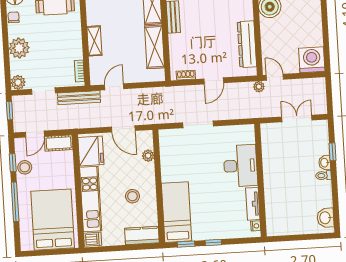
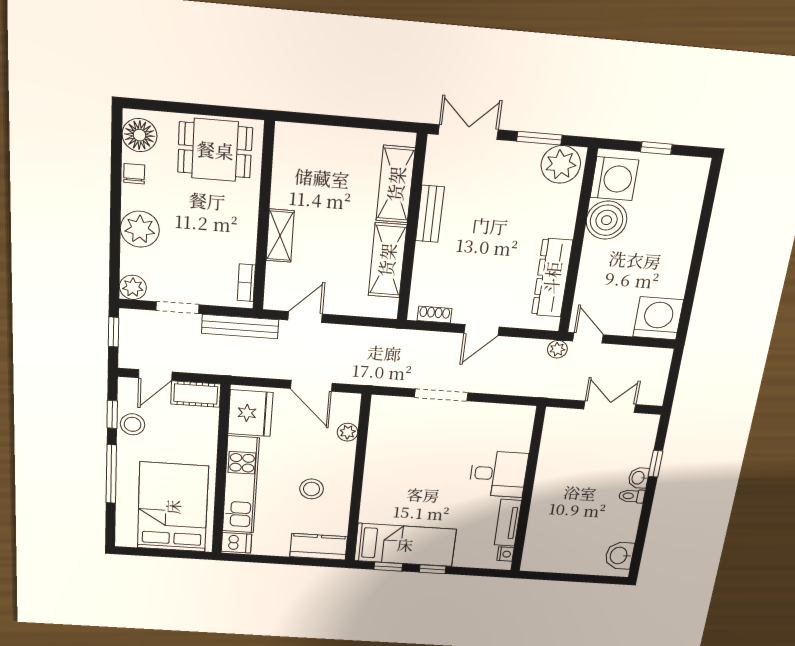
desk: (240, 166) -> (498, 474), width x0.73
bed: (177, 212) -> (405, 545), moved, turned 90

